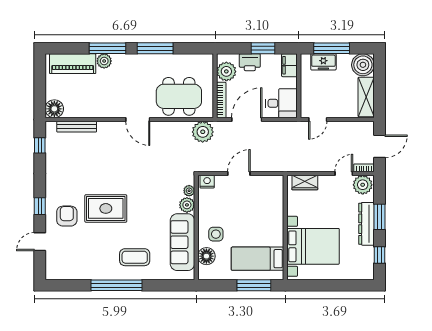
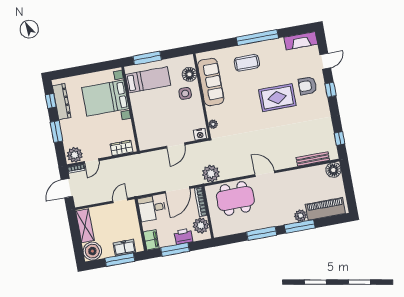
window: (263, 48) -> (175, 250), width x1.44
plant: (187, 205) -> (213, 113), removed
armchair: (67, 216) -> (307, 86), turned 90
dresser: (366, 224) -> (62, 102), moved
fireplace: (65, 272) -> (301, 41), added

